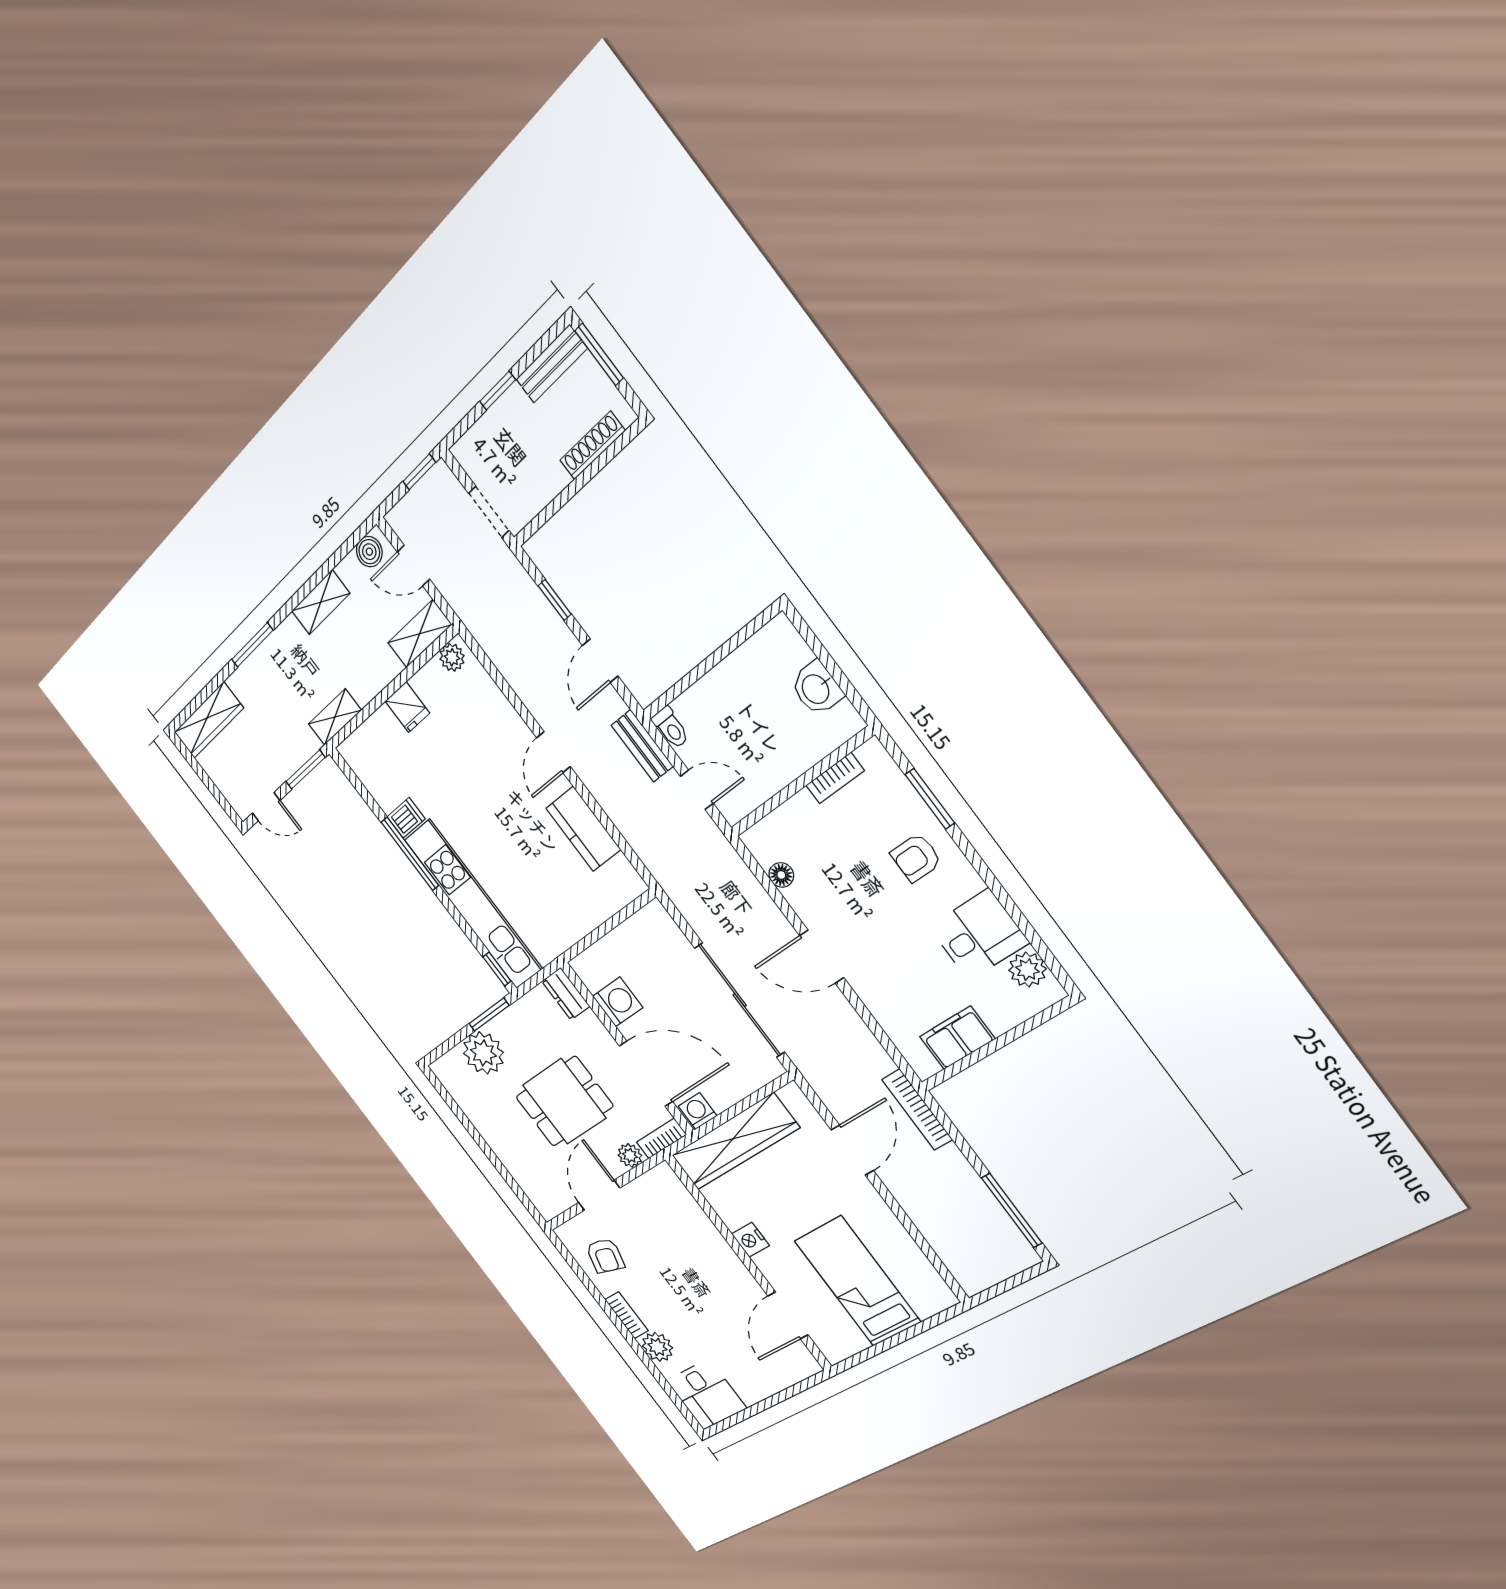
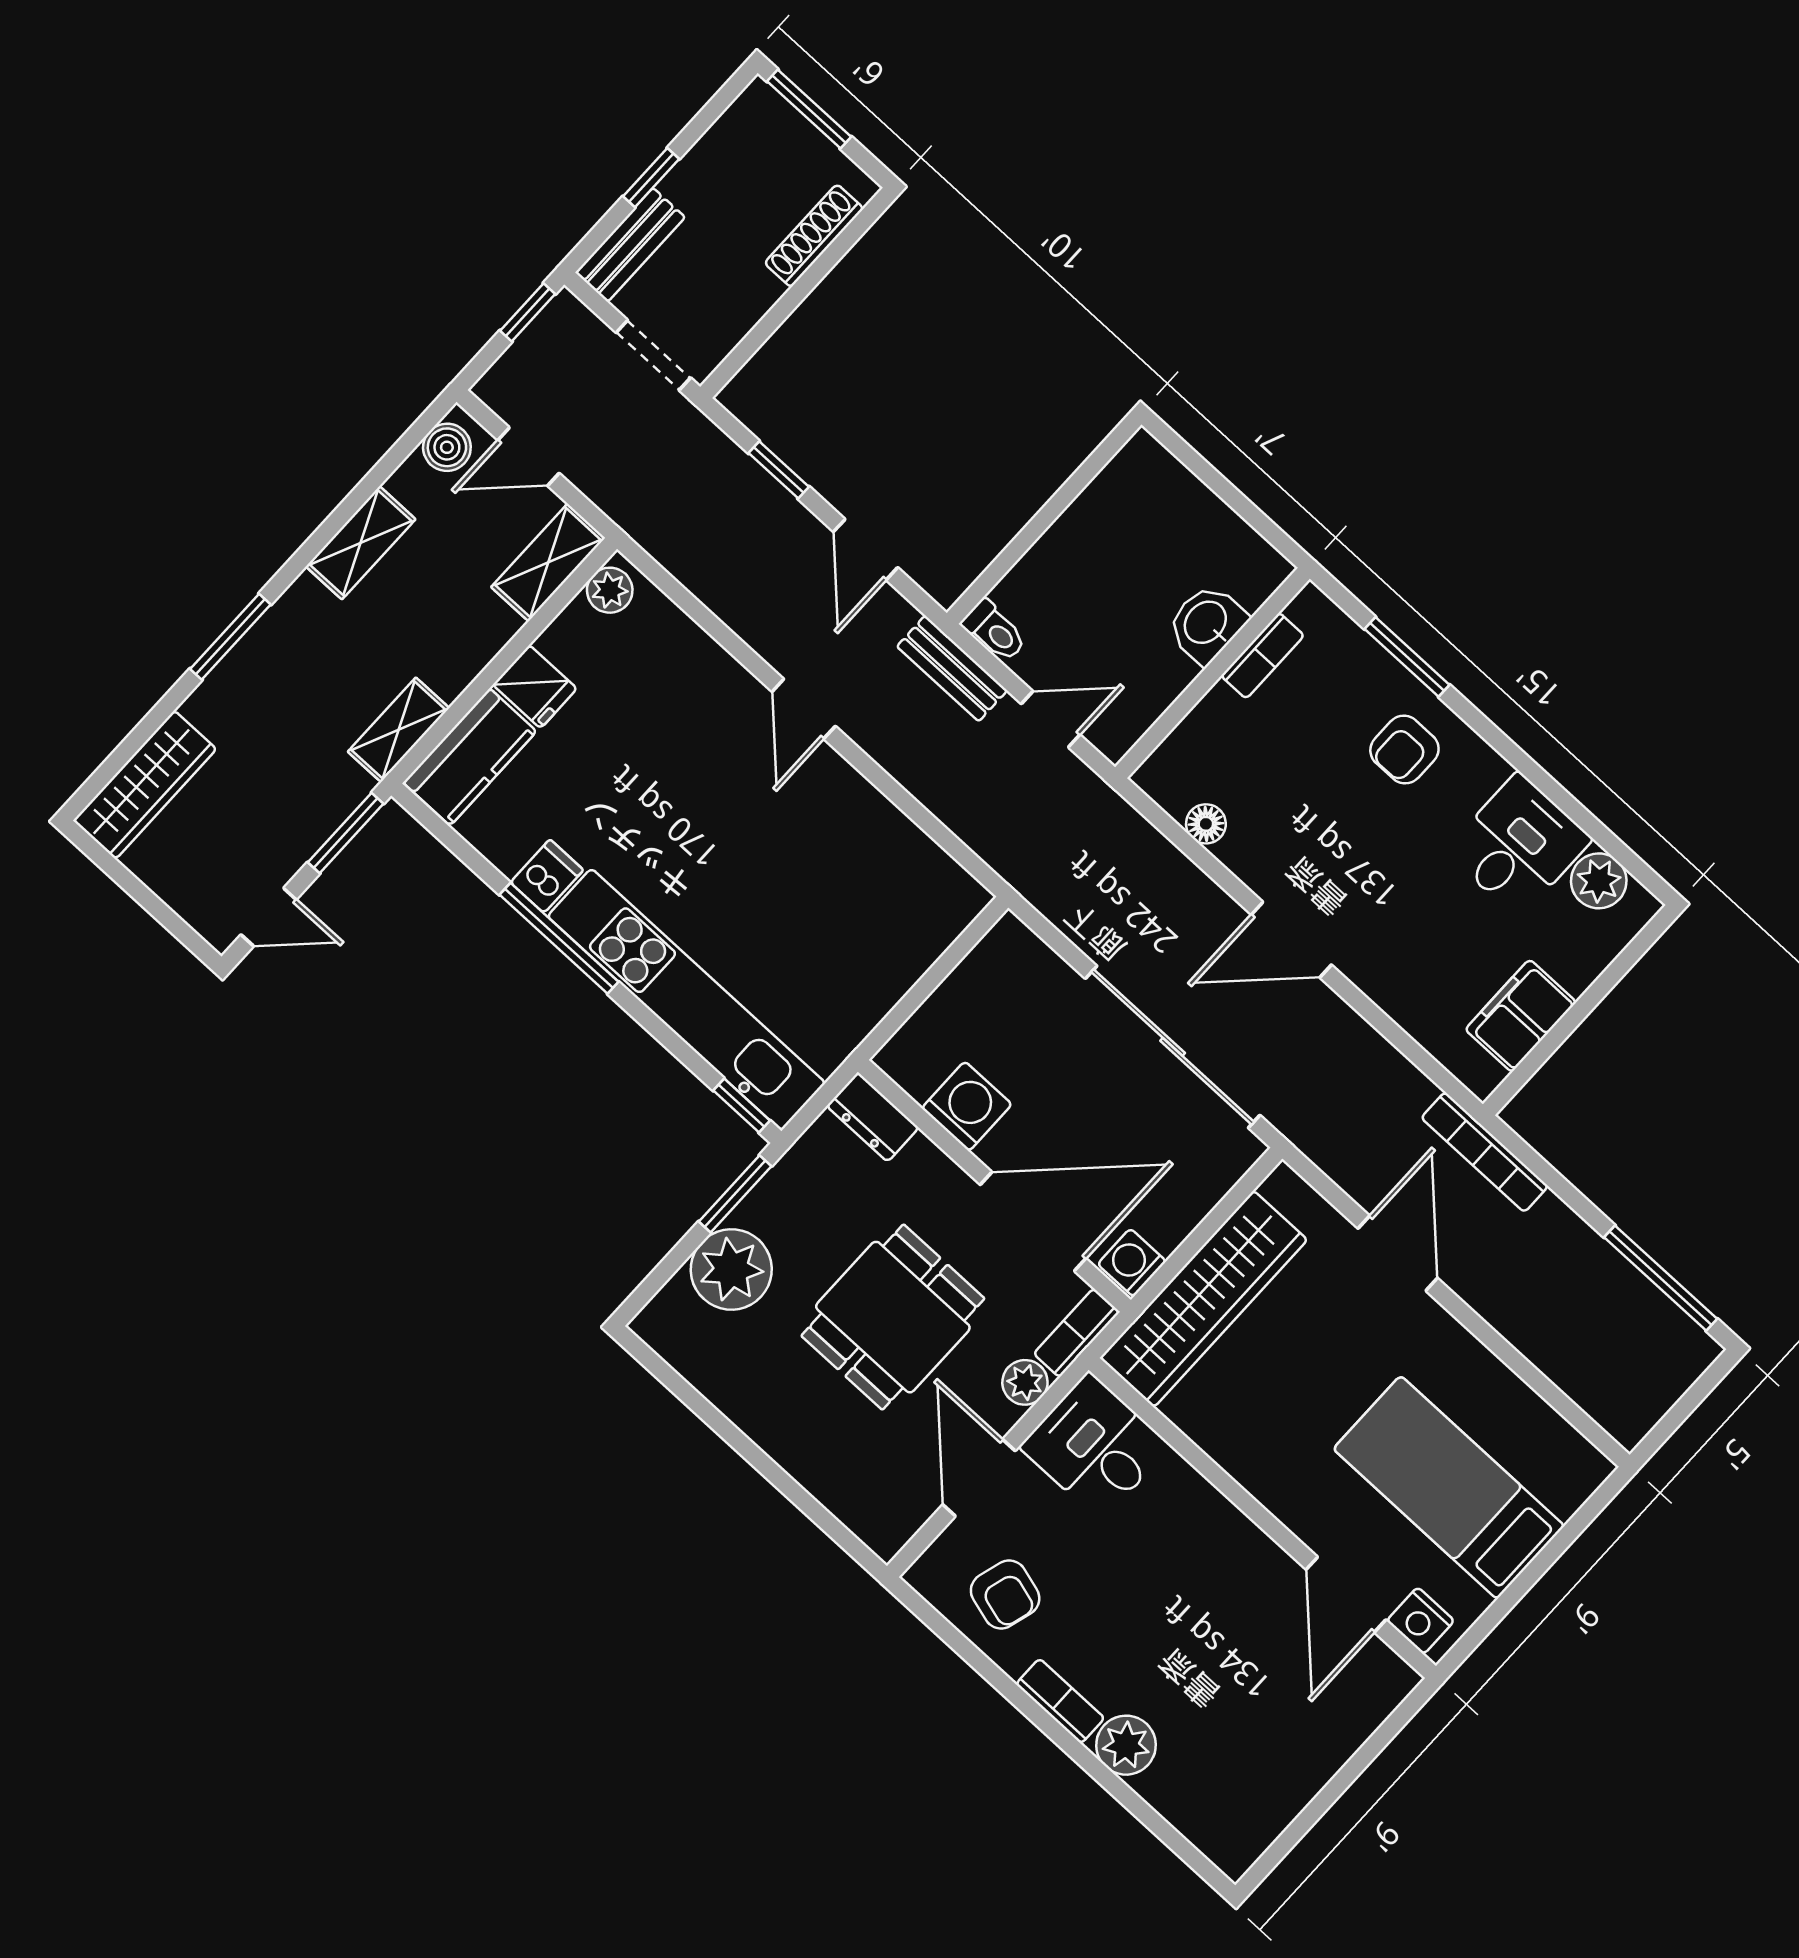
bench: (551, 364) -> (630, 245), moved
washbasin: (816, 688) -> (1207, 623), moved, turned 90
kitchen counter: (583, 829) -> (470, 757), moved, turned -90
nightstand: (750, 1240) -> (1420, 1621), moved
desk: (706, 1394) -> (1095, 1447), moved, turned 180

